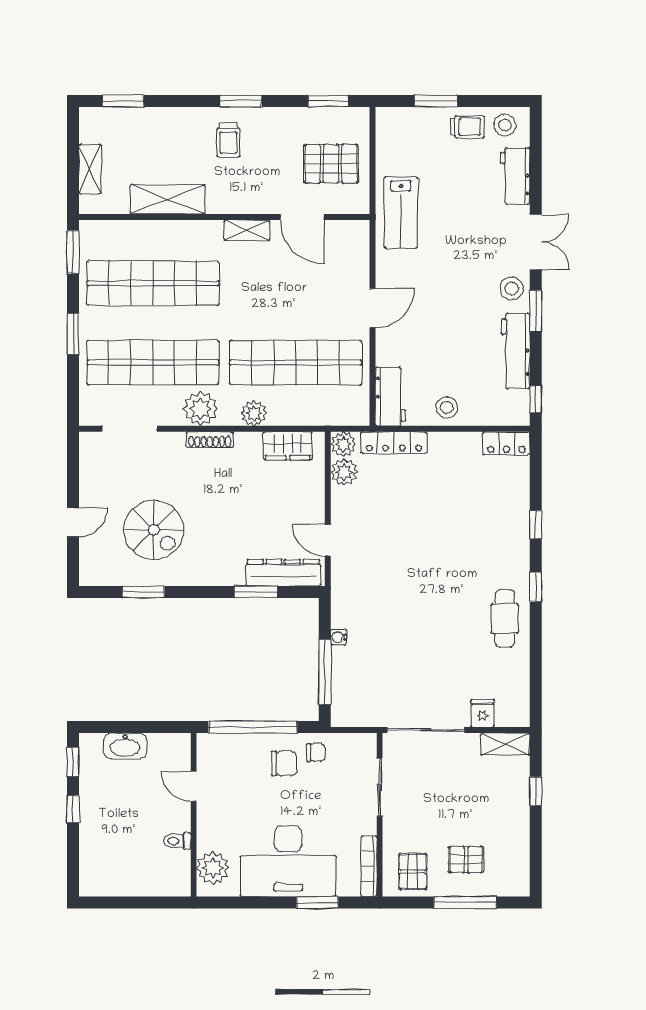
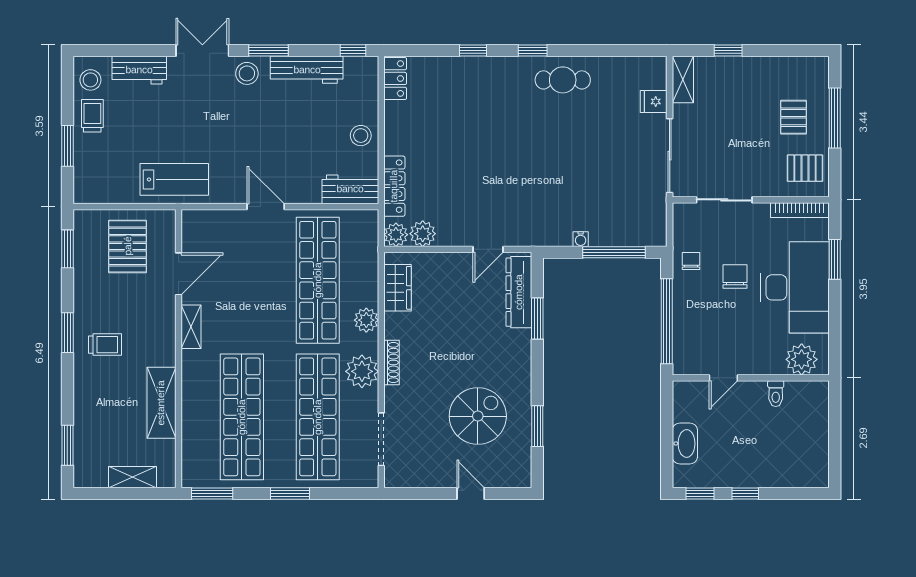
chair: (284, 763) -> (735, 277), moved

